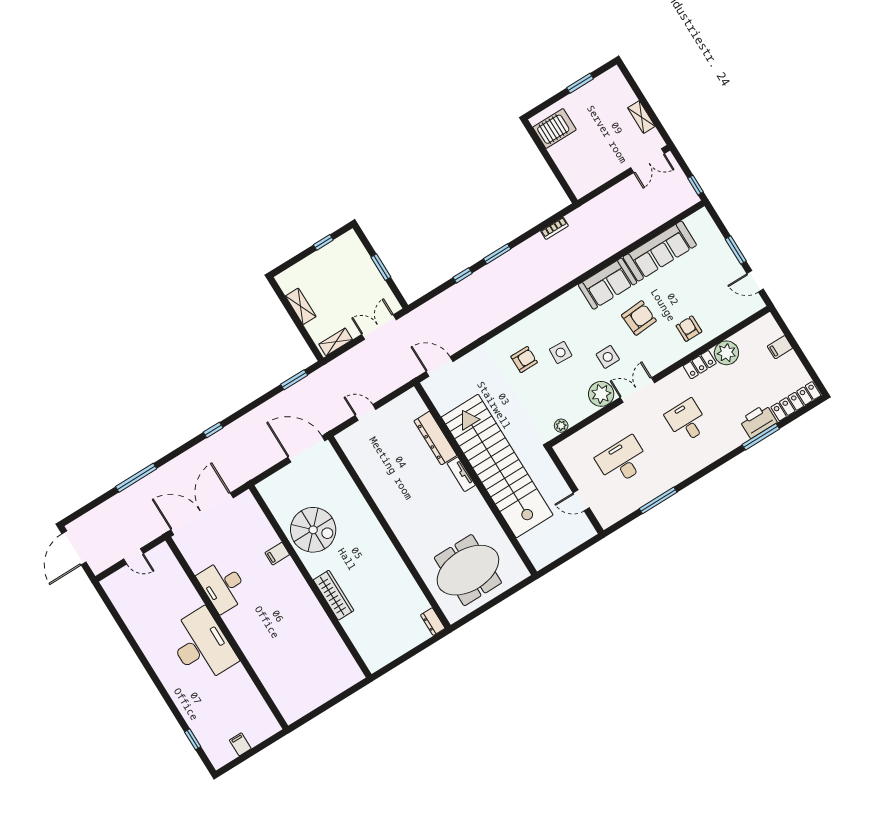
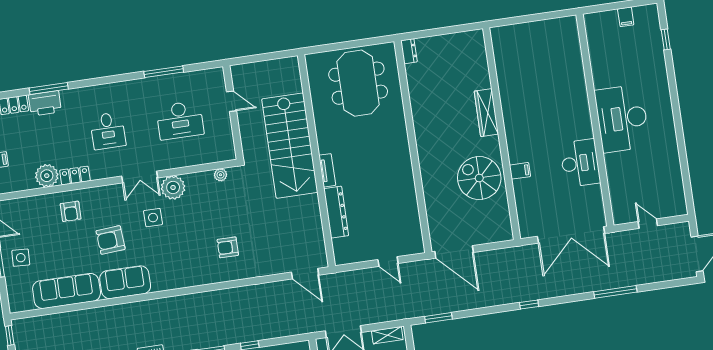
side table: (561, 352) -> (21, 258), moved
stairs: (497, 466) -> (290, 146), width x0.73
meeting table: (468, 570) -> (358, 83), turned 90

